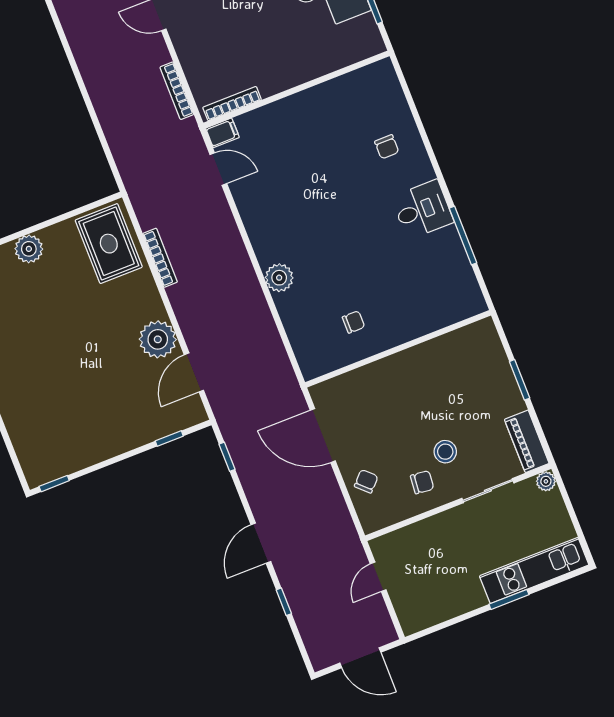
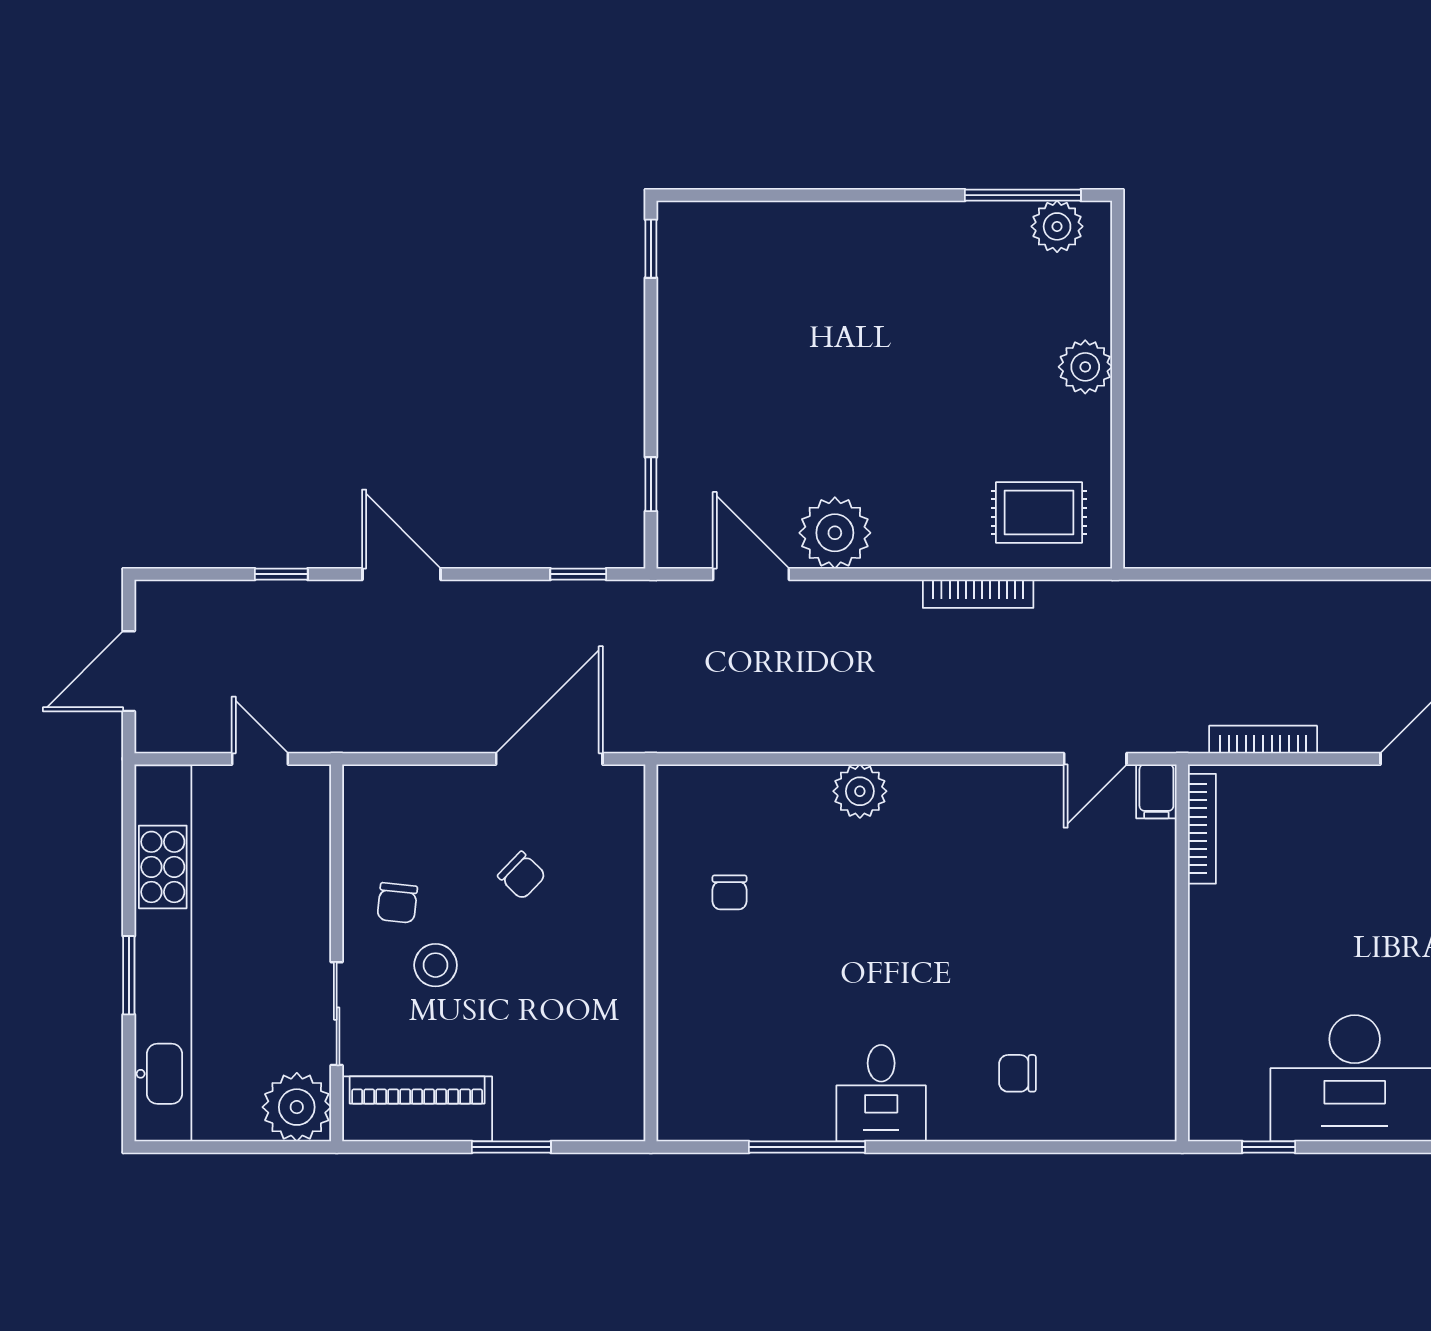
rug: (109, 244) -> (1039, 512), width x0.73, depth x0.70
piano: (527, 441) -> (417, 1109), width x1.37, depth x1.33
chair: (366, 481) -> (522, 875), moved
plant: (546, 481) -> (297, 1107), width x1.88, depth x1.88
kitchen unit: (534, 570) -> (163, 953), width x1.86

